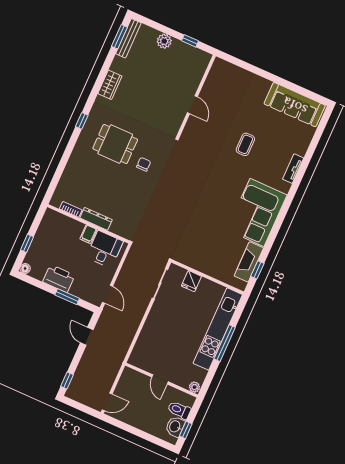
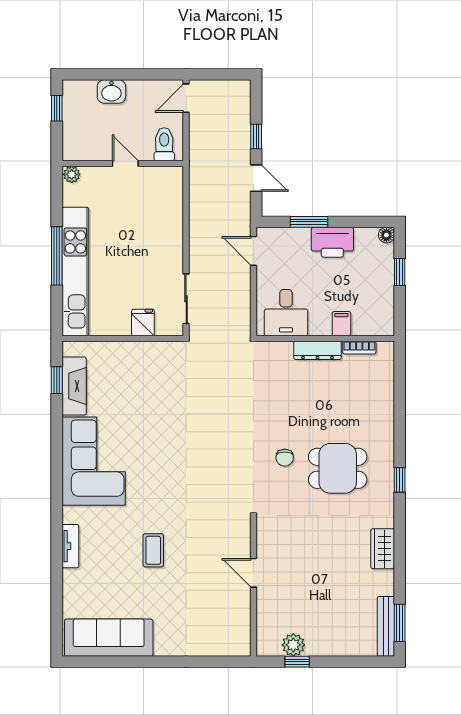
plant: (164, 41) -> (293, 645), moved
filing cabinet: (88, 234) -> (341, 324), moved
window: (67, 380) -> (256, 137), moved
toilet: (179, 410) -> (164, 144), moved, turned -90
washbasin: (175, 427) -> (111, 92), moved, turned 90

